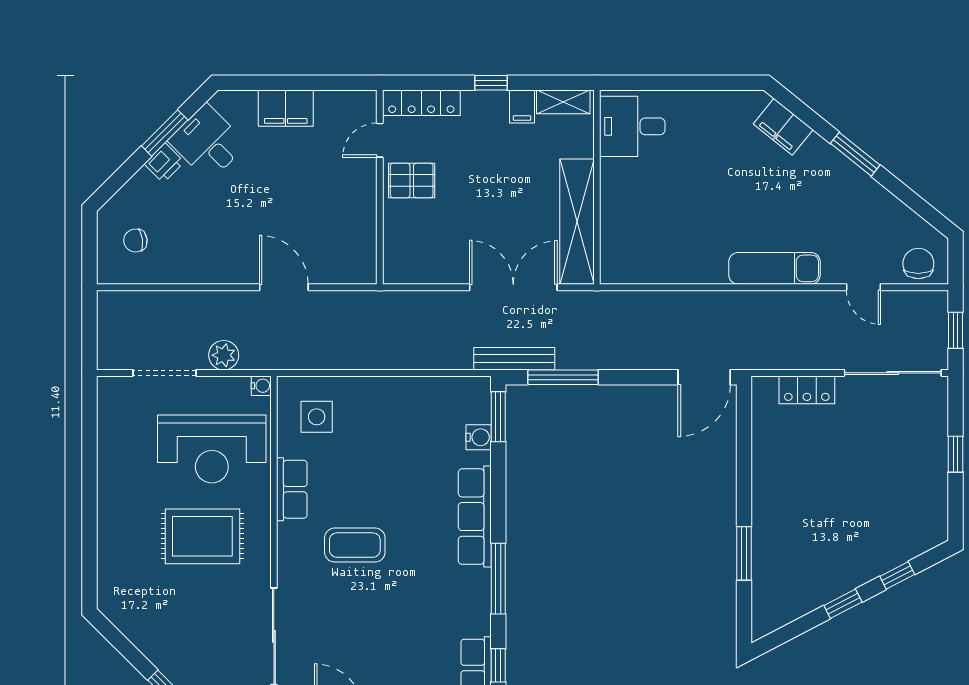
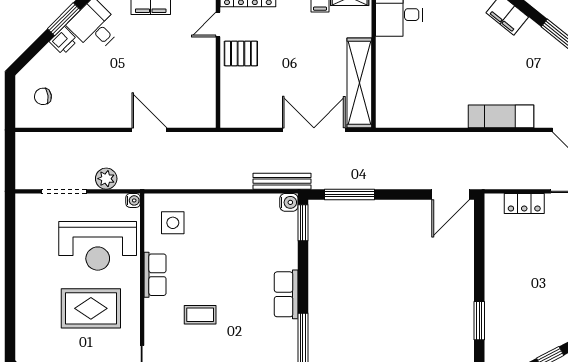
bench: (514, 359) -> (282, 181), moved
water cooler: (479, 437) -> (289, 202), moved
row of seats: (475, 517) -> (286, 294), width x0.68
coffee table: (355, 545) -> (200, 315), width x0.73, depth x0.77

